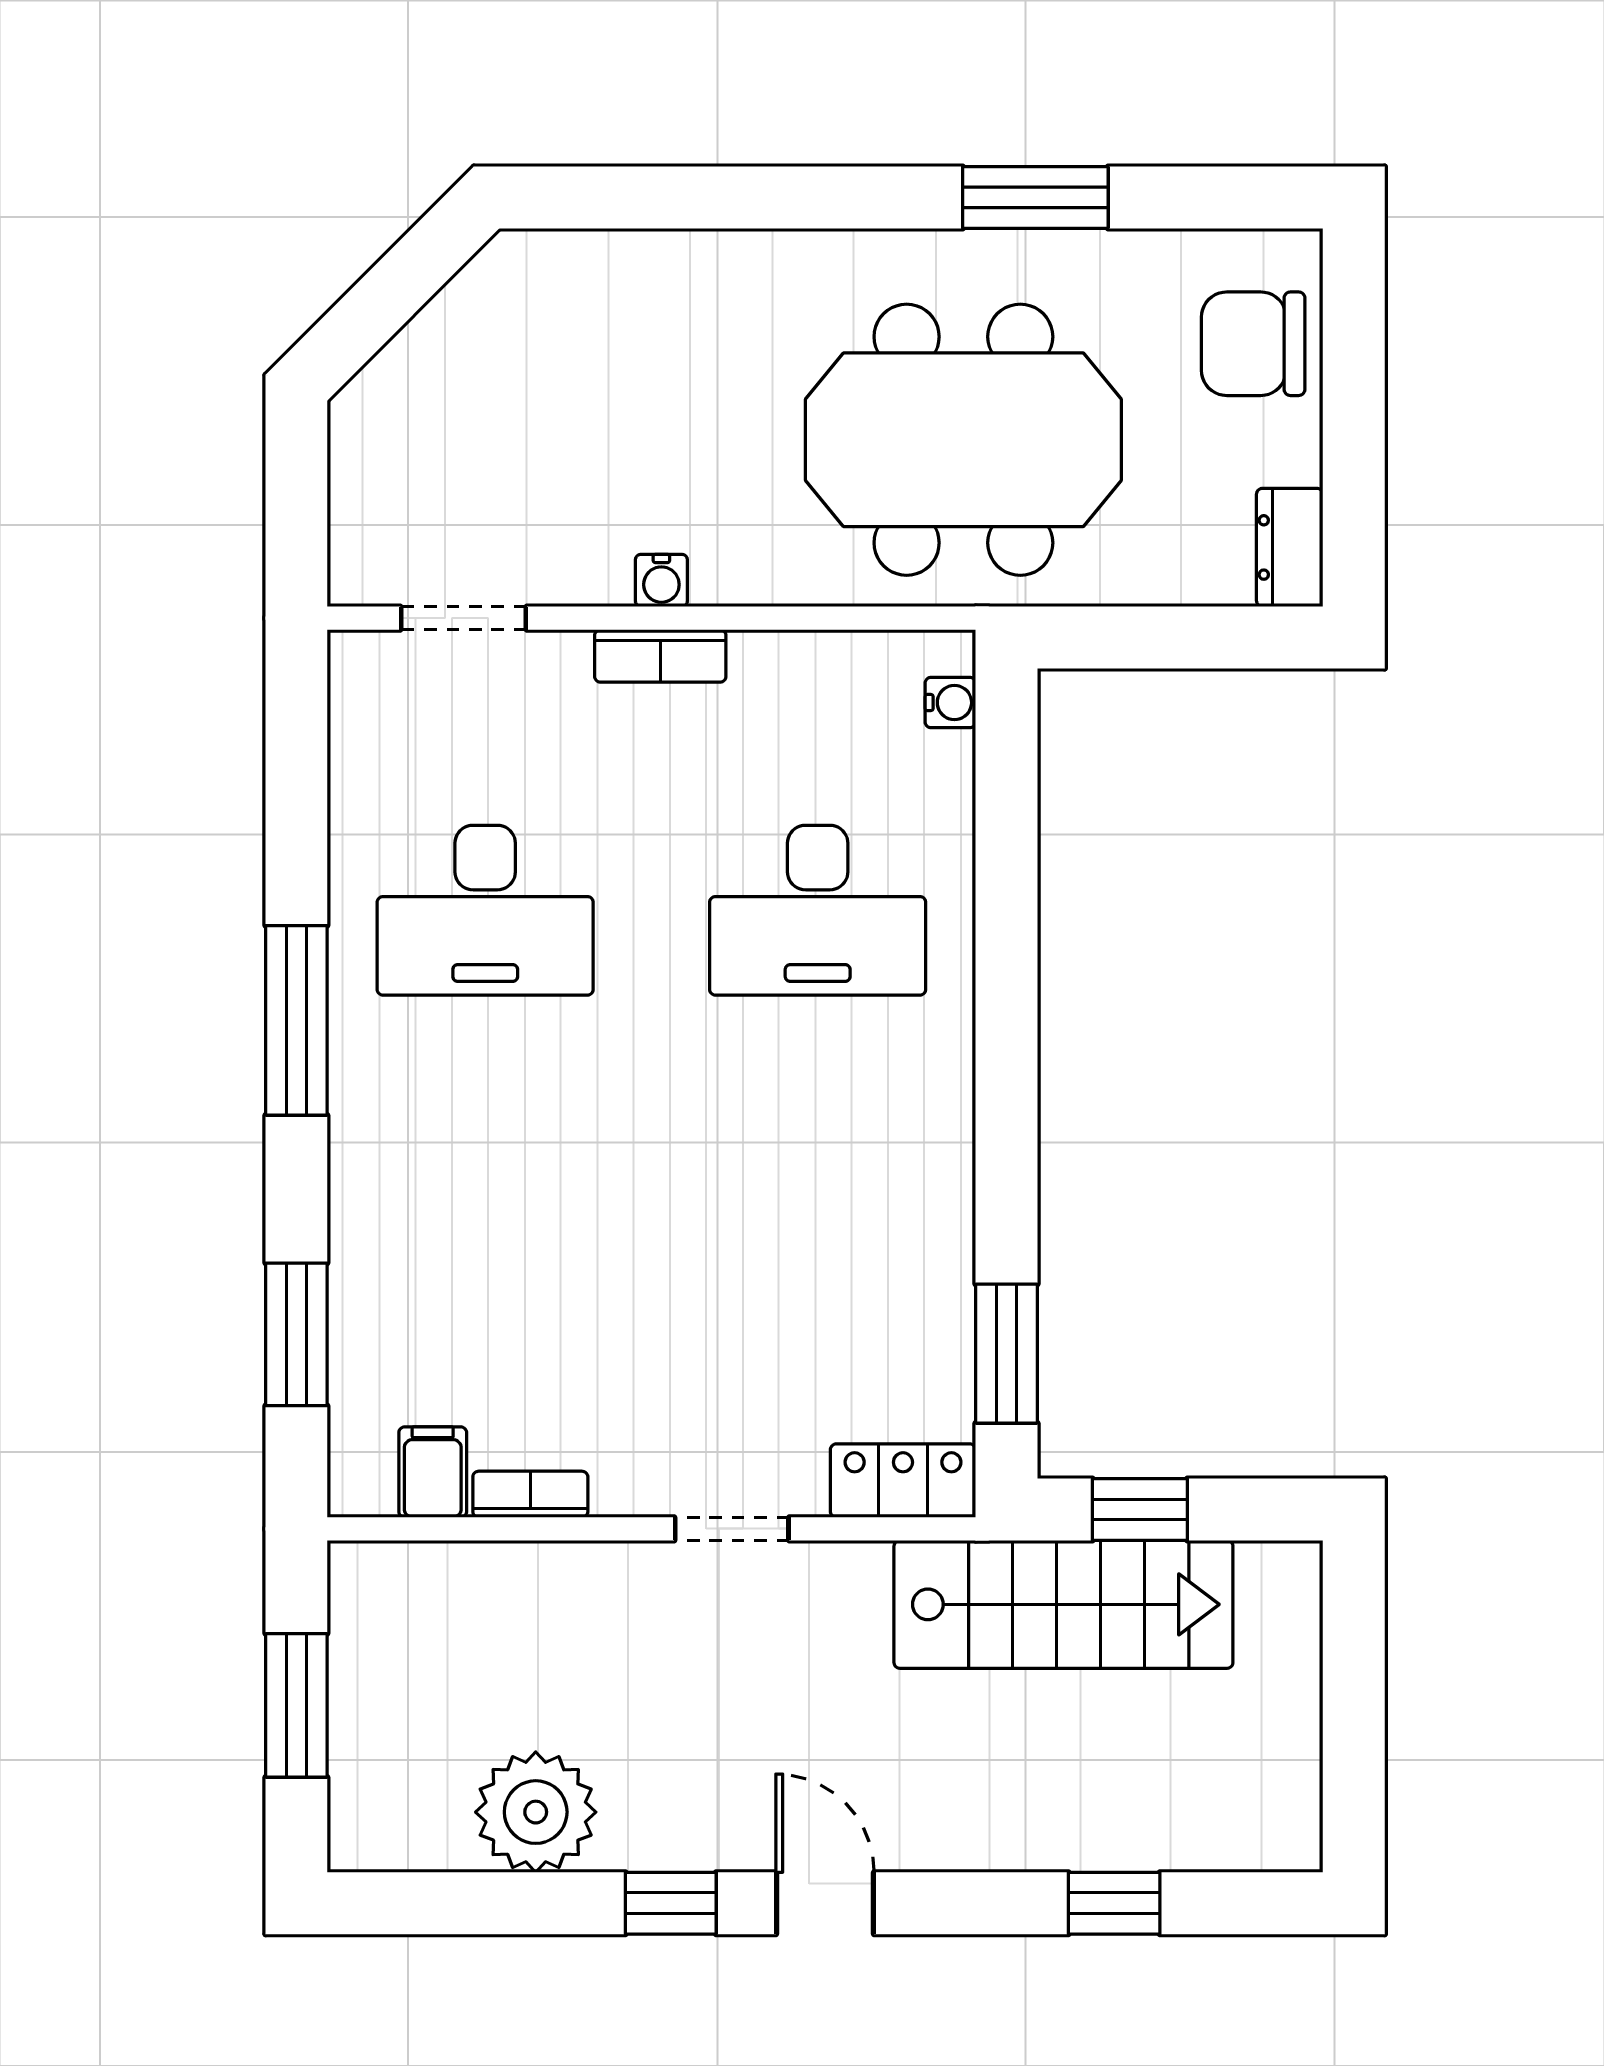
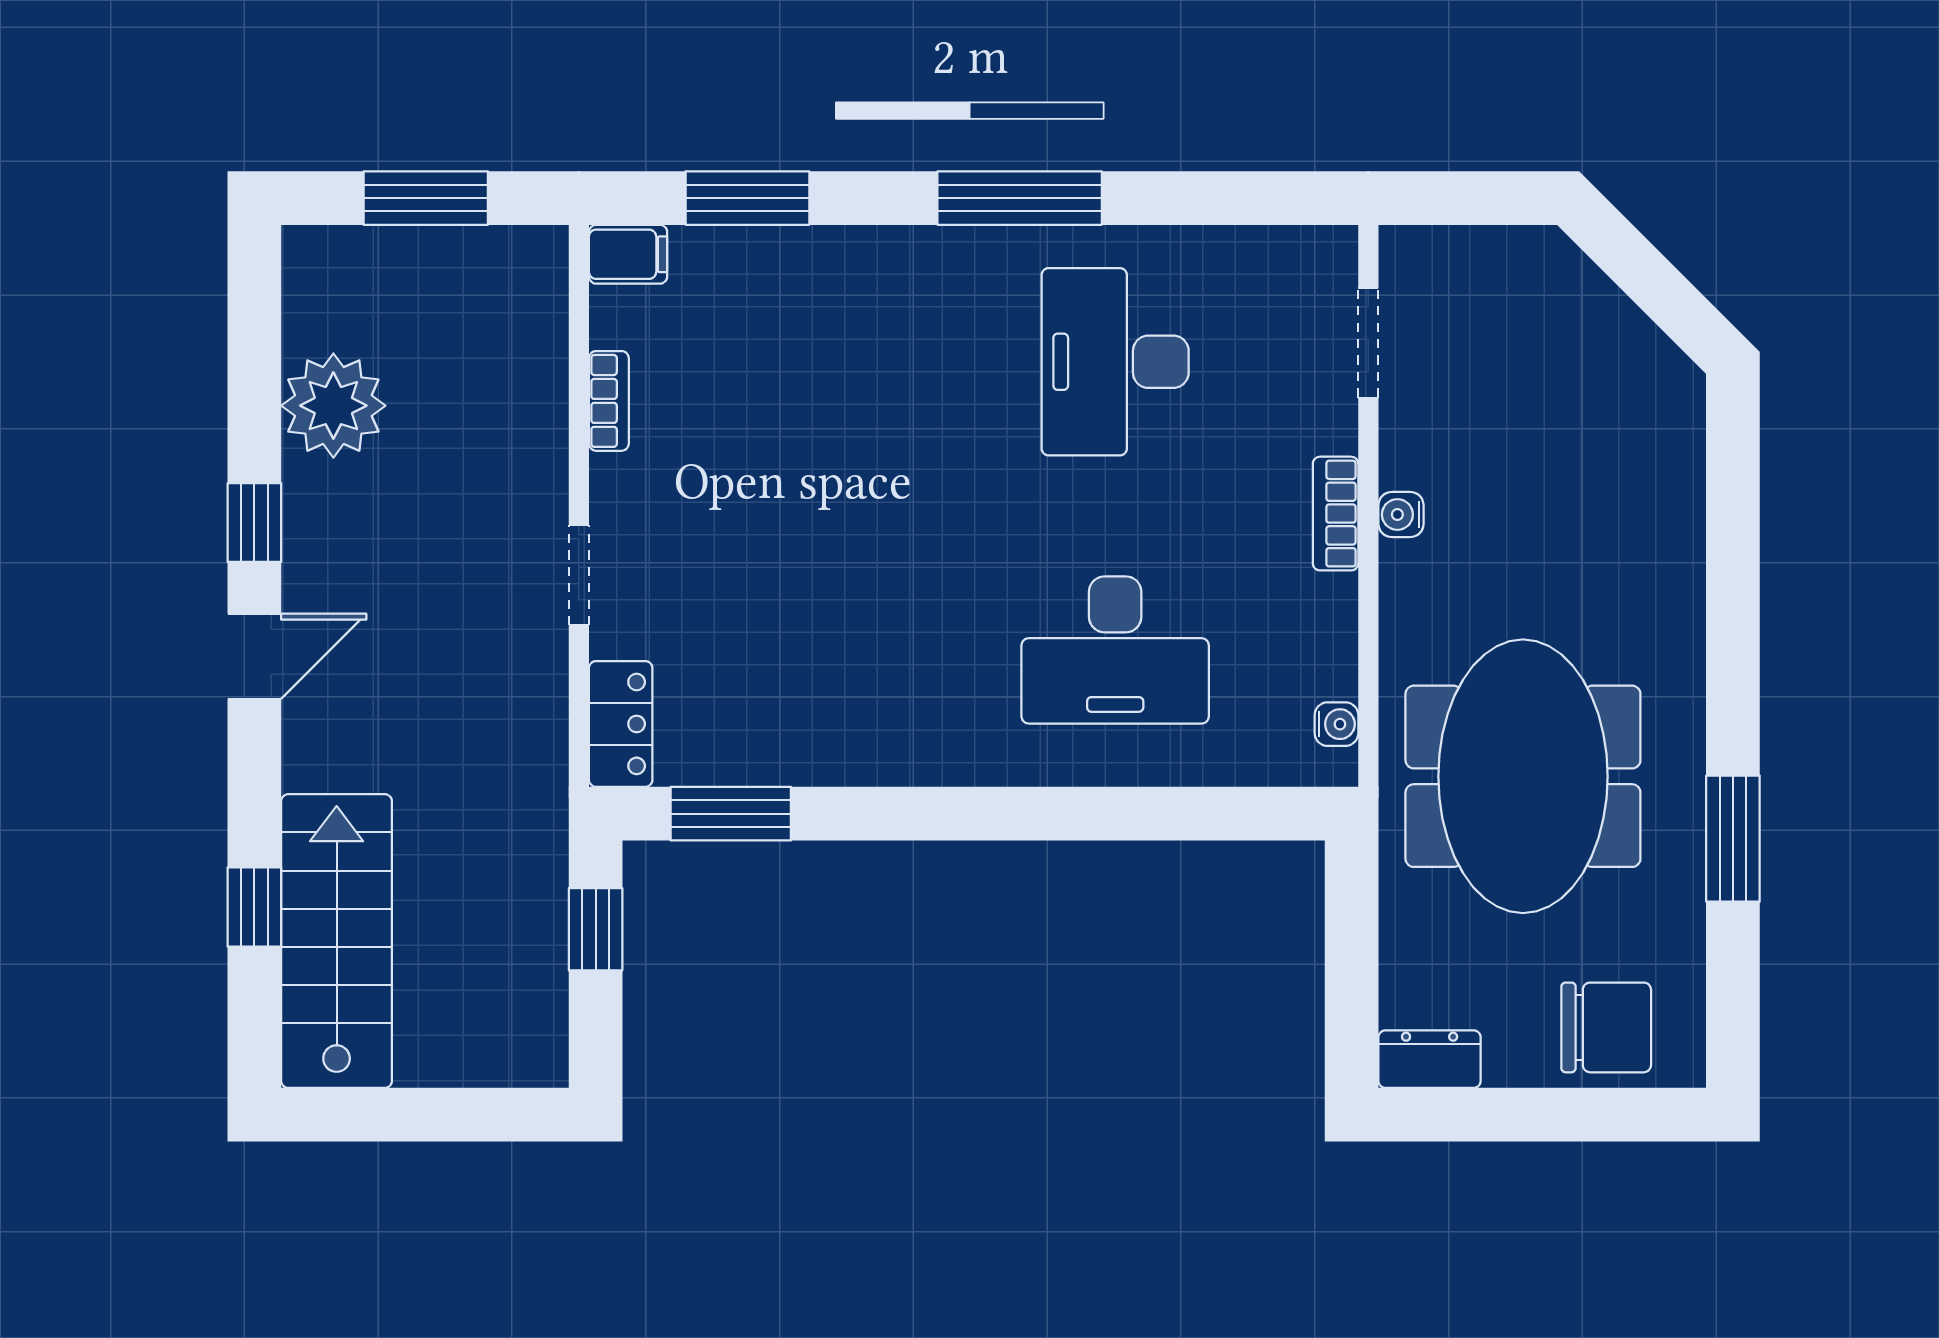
chair: (1253, 344) -> (1606, 1027), turned 90
water cooler: (950, 703) -> (1336, 724), moved, turned -90
desk: (818, 910) -> (1115, 650), turned -90
filing cabinet: (433, 1472) -> (628, 254), moved
stairs: (1063, 1604) -> (337, 941), moved, turned 180

